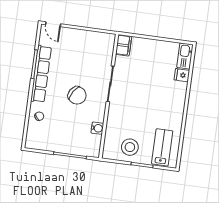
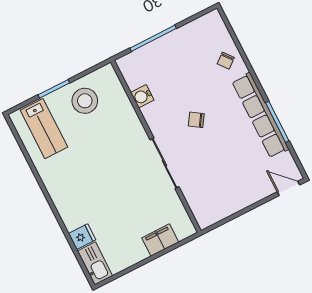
filing cabinet: (124, 45) -> (160, 240), moved, turned 90
chair: (77, 95) -> (196, 120), width x0.54, depth x0.54

